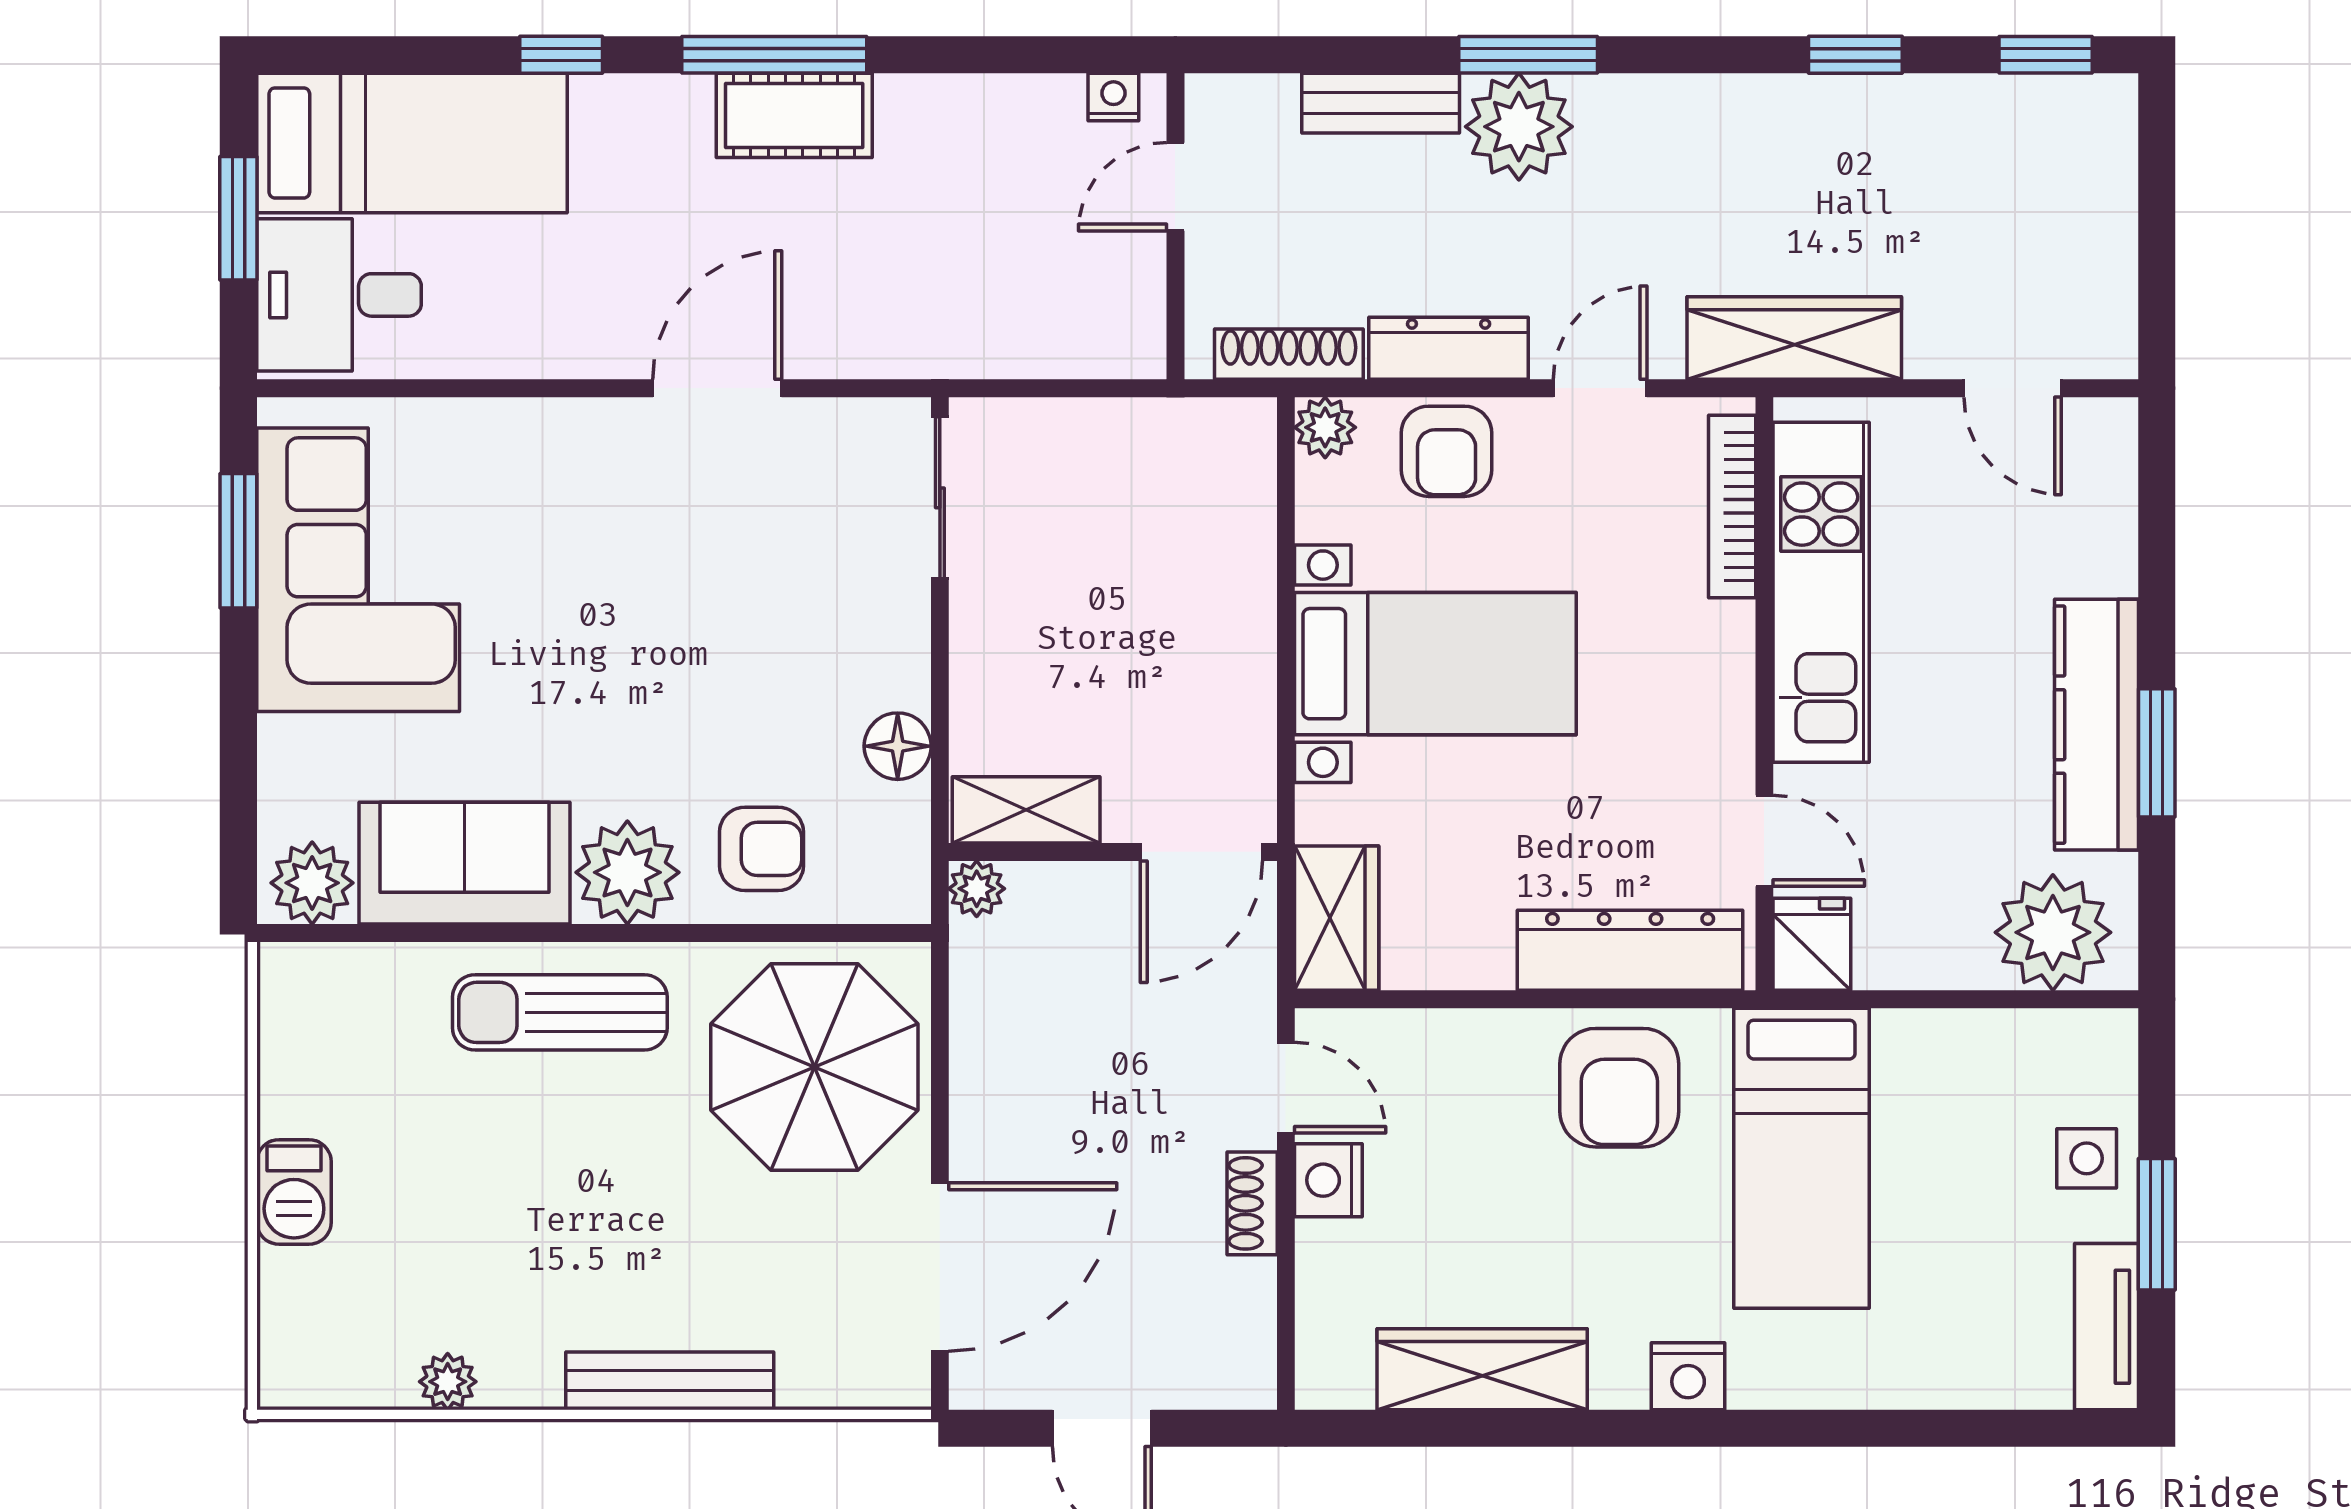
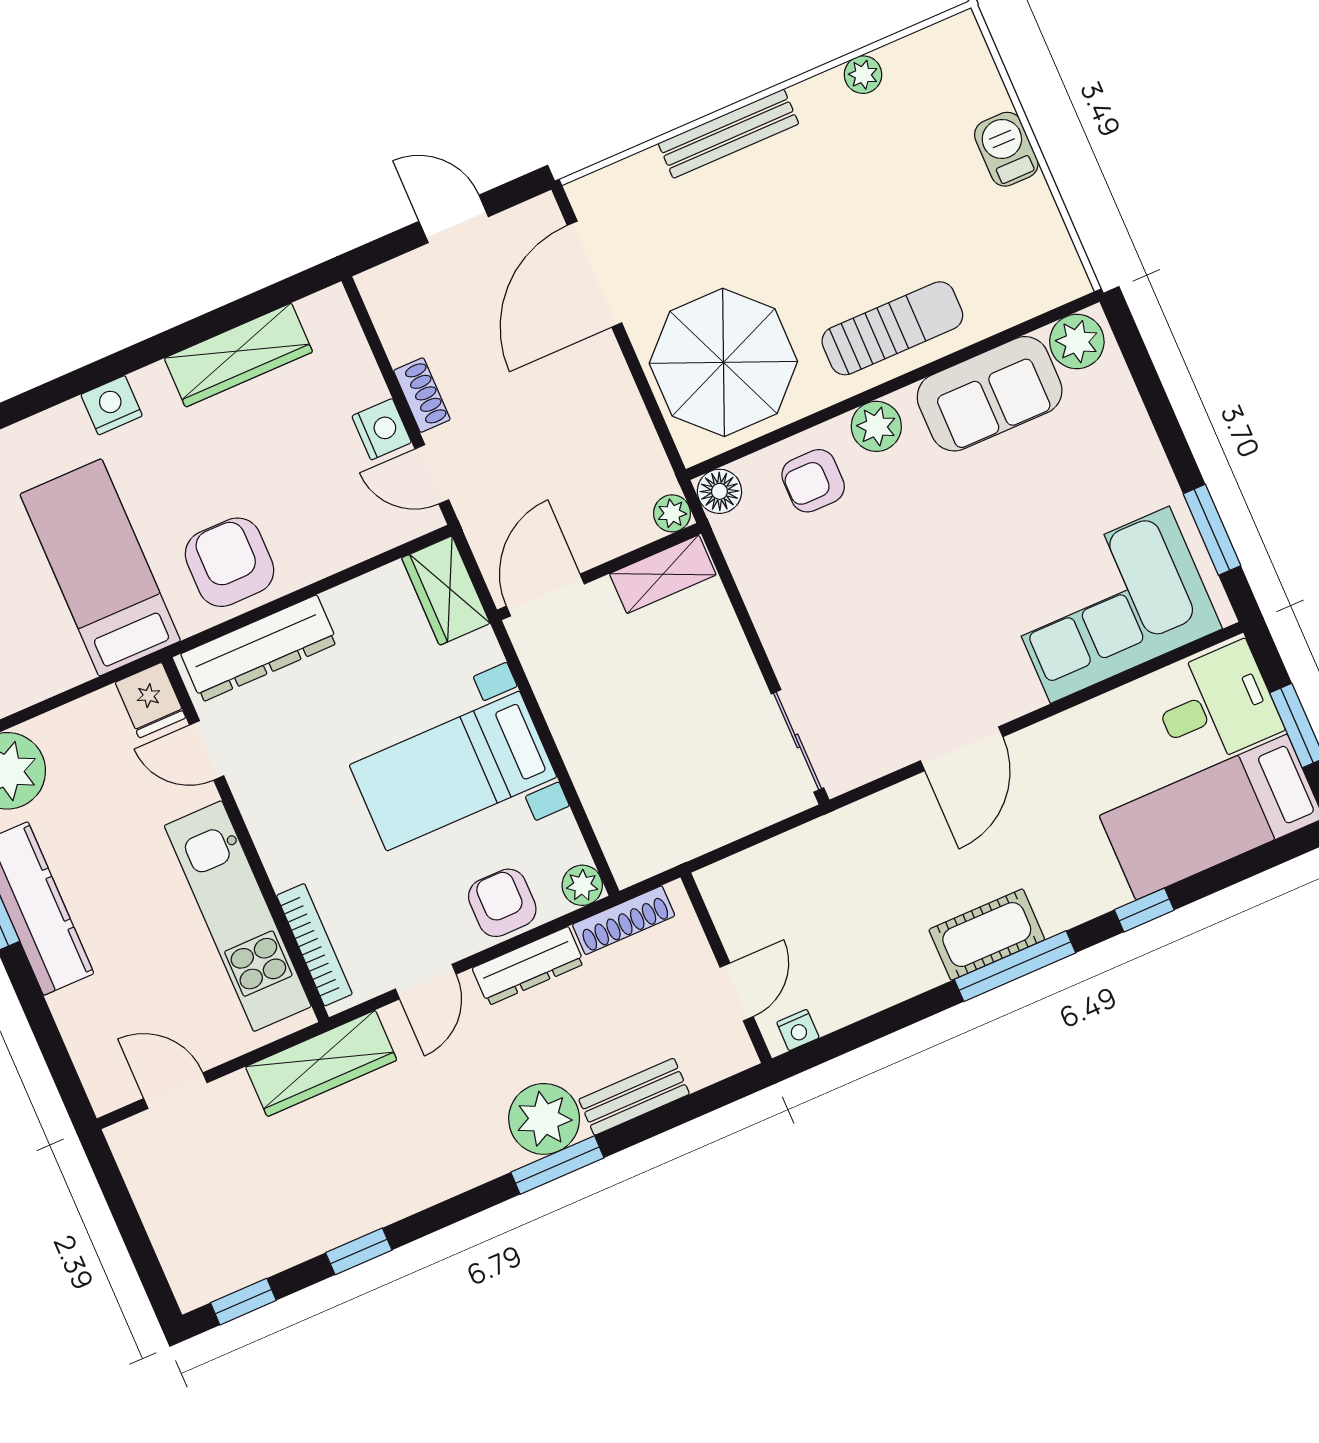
corner sofa: (358, 570) -> (1110, 605), moved, turned 90
floor lamp: (898, 746) -> (719, 491), moved
plant: (627, 872) -> (876, 426), width x0.73, depth x0.73

